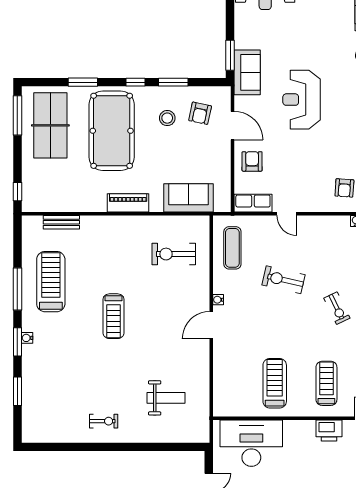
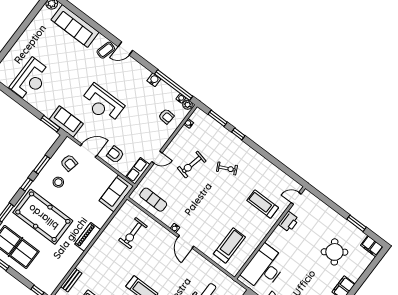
sofa: (188, 198) -> (116, 193), moved
exercise bike: (284, 280) -> (192, 165), moved
treadmill: (275, 383) -> (229, 245), moved, turned 90

